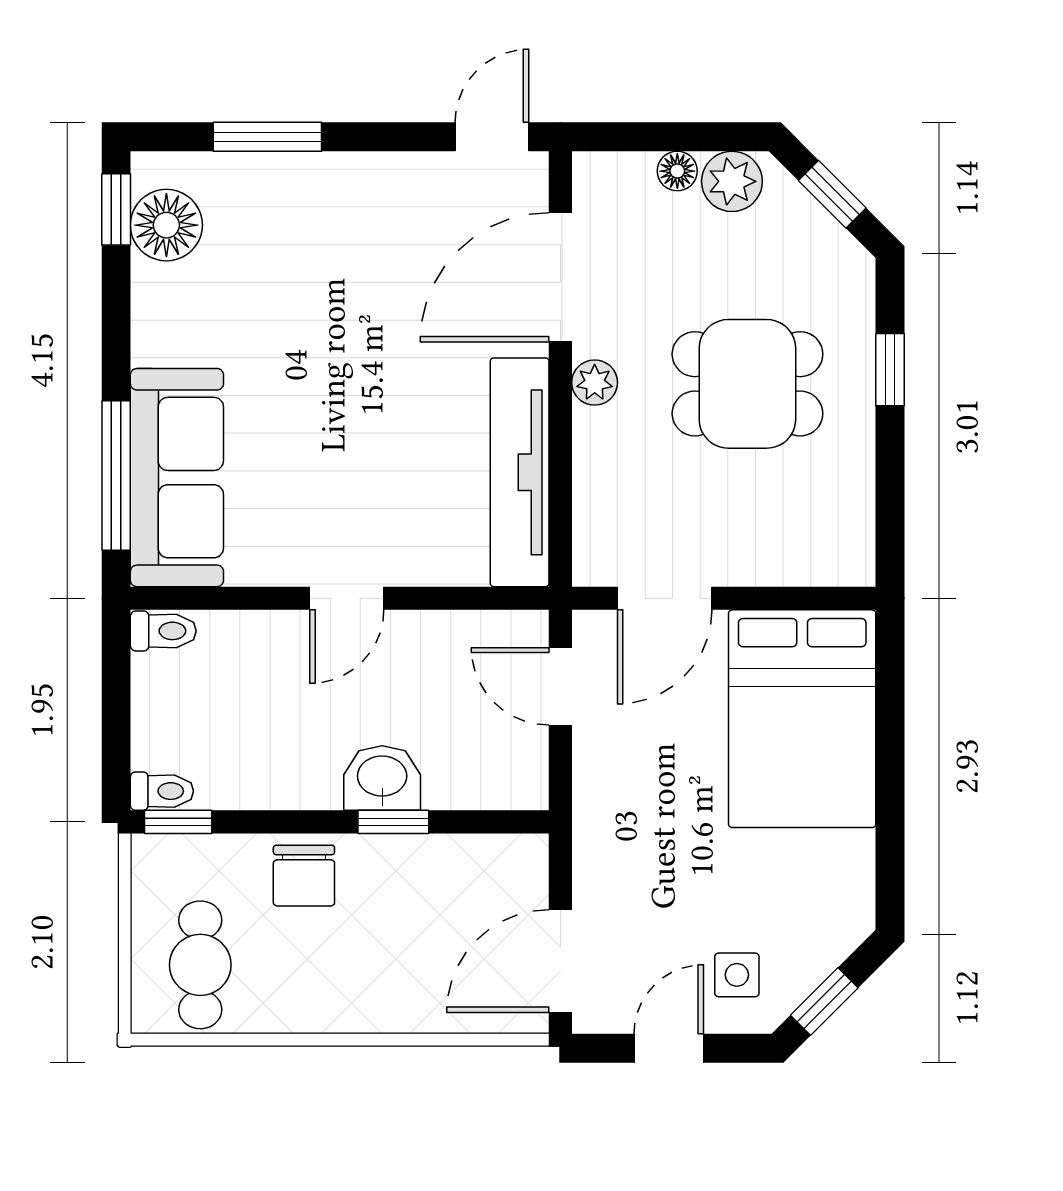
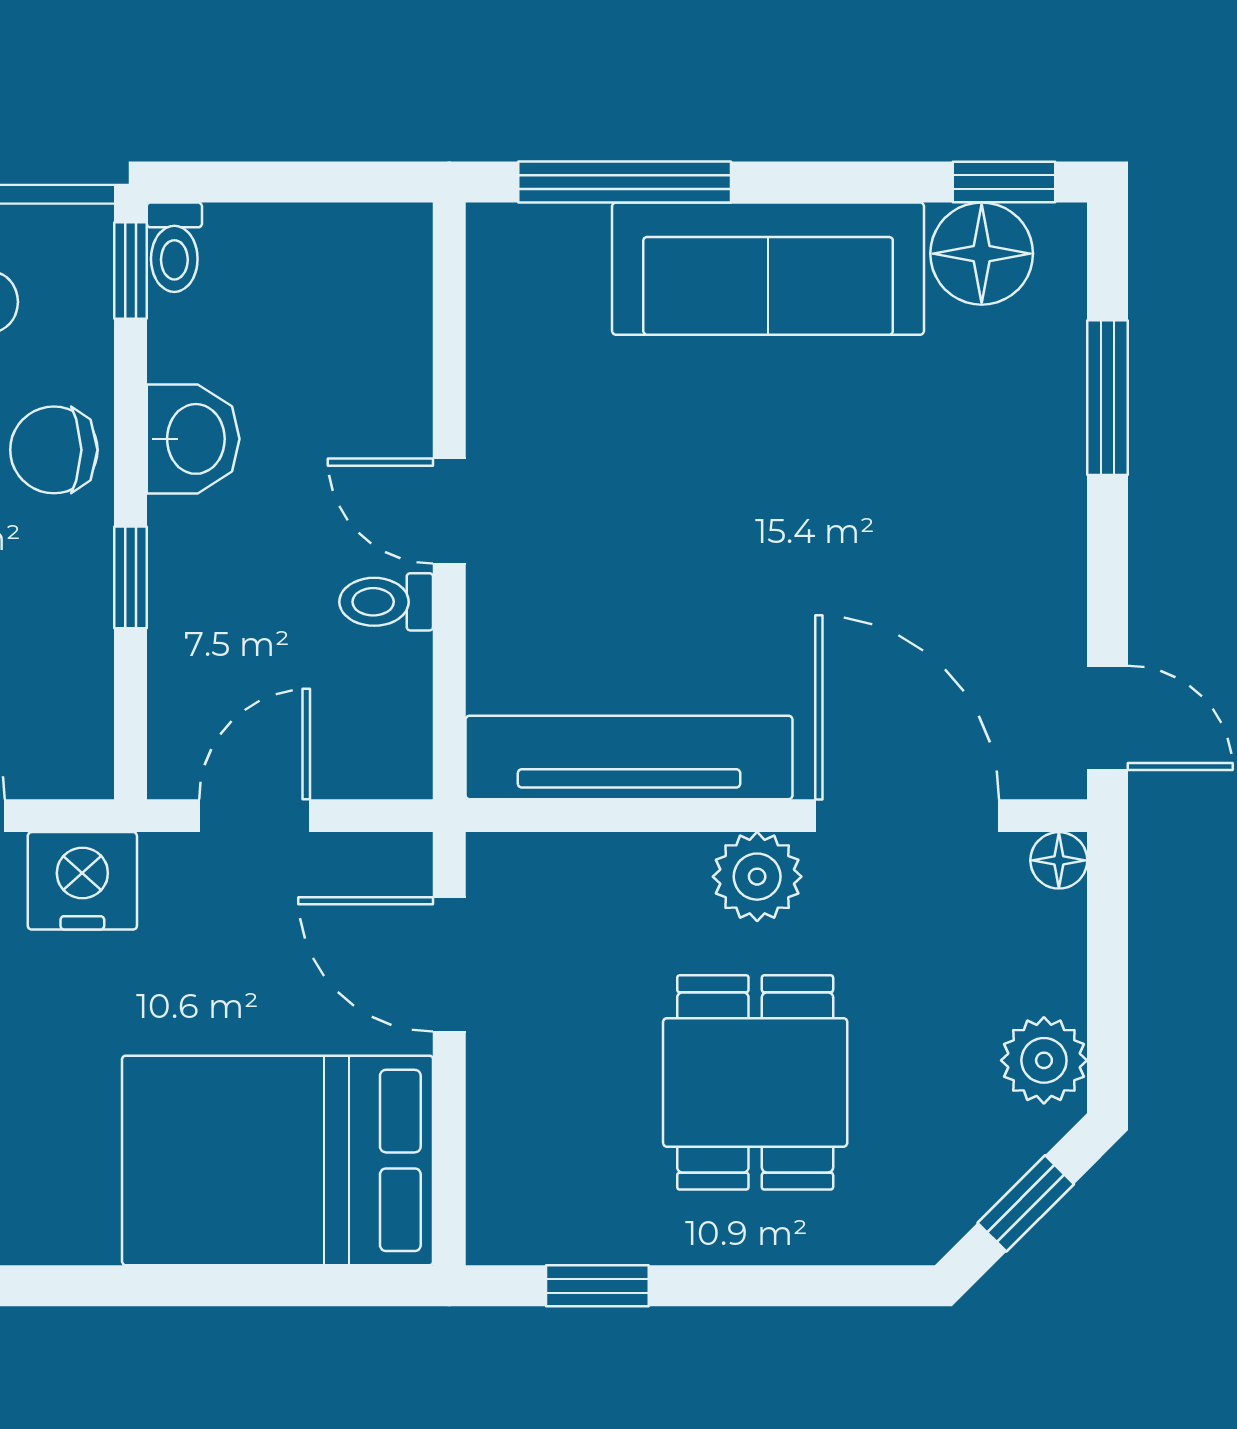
floor lamp: (677, 171) -> (1059, 860), moved
window: (890, 370) -> (597, 1286), moved
plant: (595, 383) -> (757, 877), width x1.38, depth x1.38
sofa: (177, 478) -> (768, 269), moved
toilet: (163, 631) -> (386, 602), moved, turned 90
door: (560, 686) -> (255, 816), moved
washbasin: (382, 778) -> (193, 439), moved
nightstand: (606, 856) -> (82, 881), added

